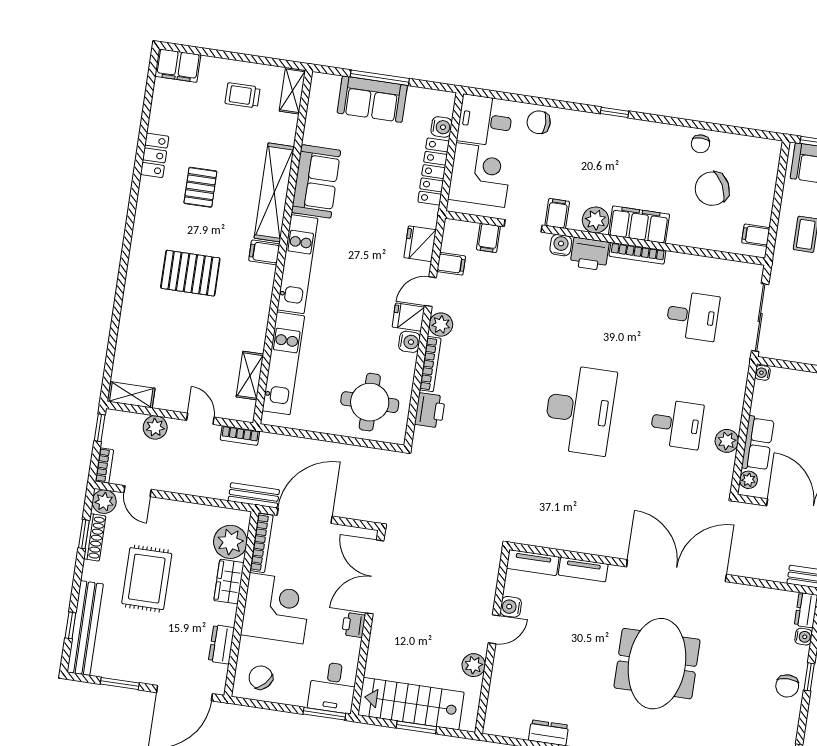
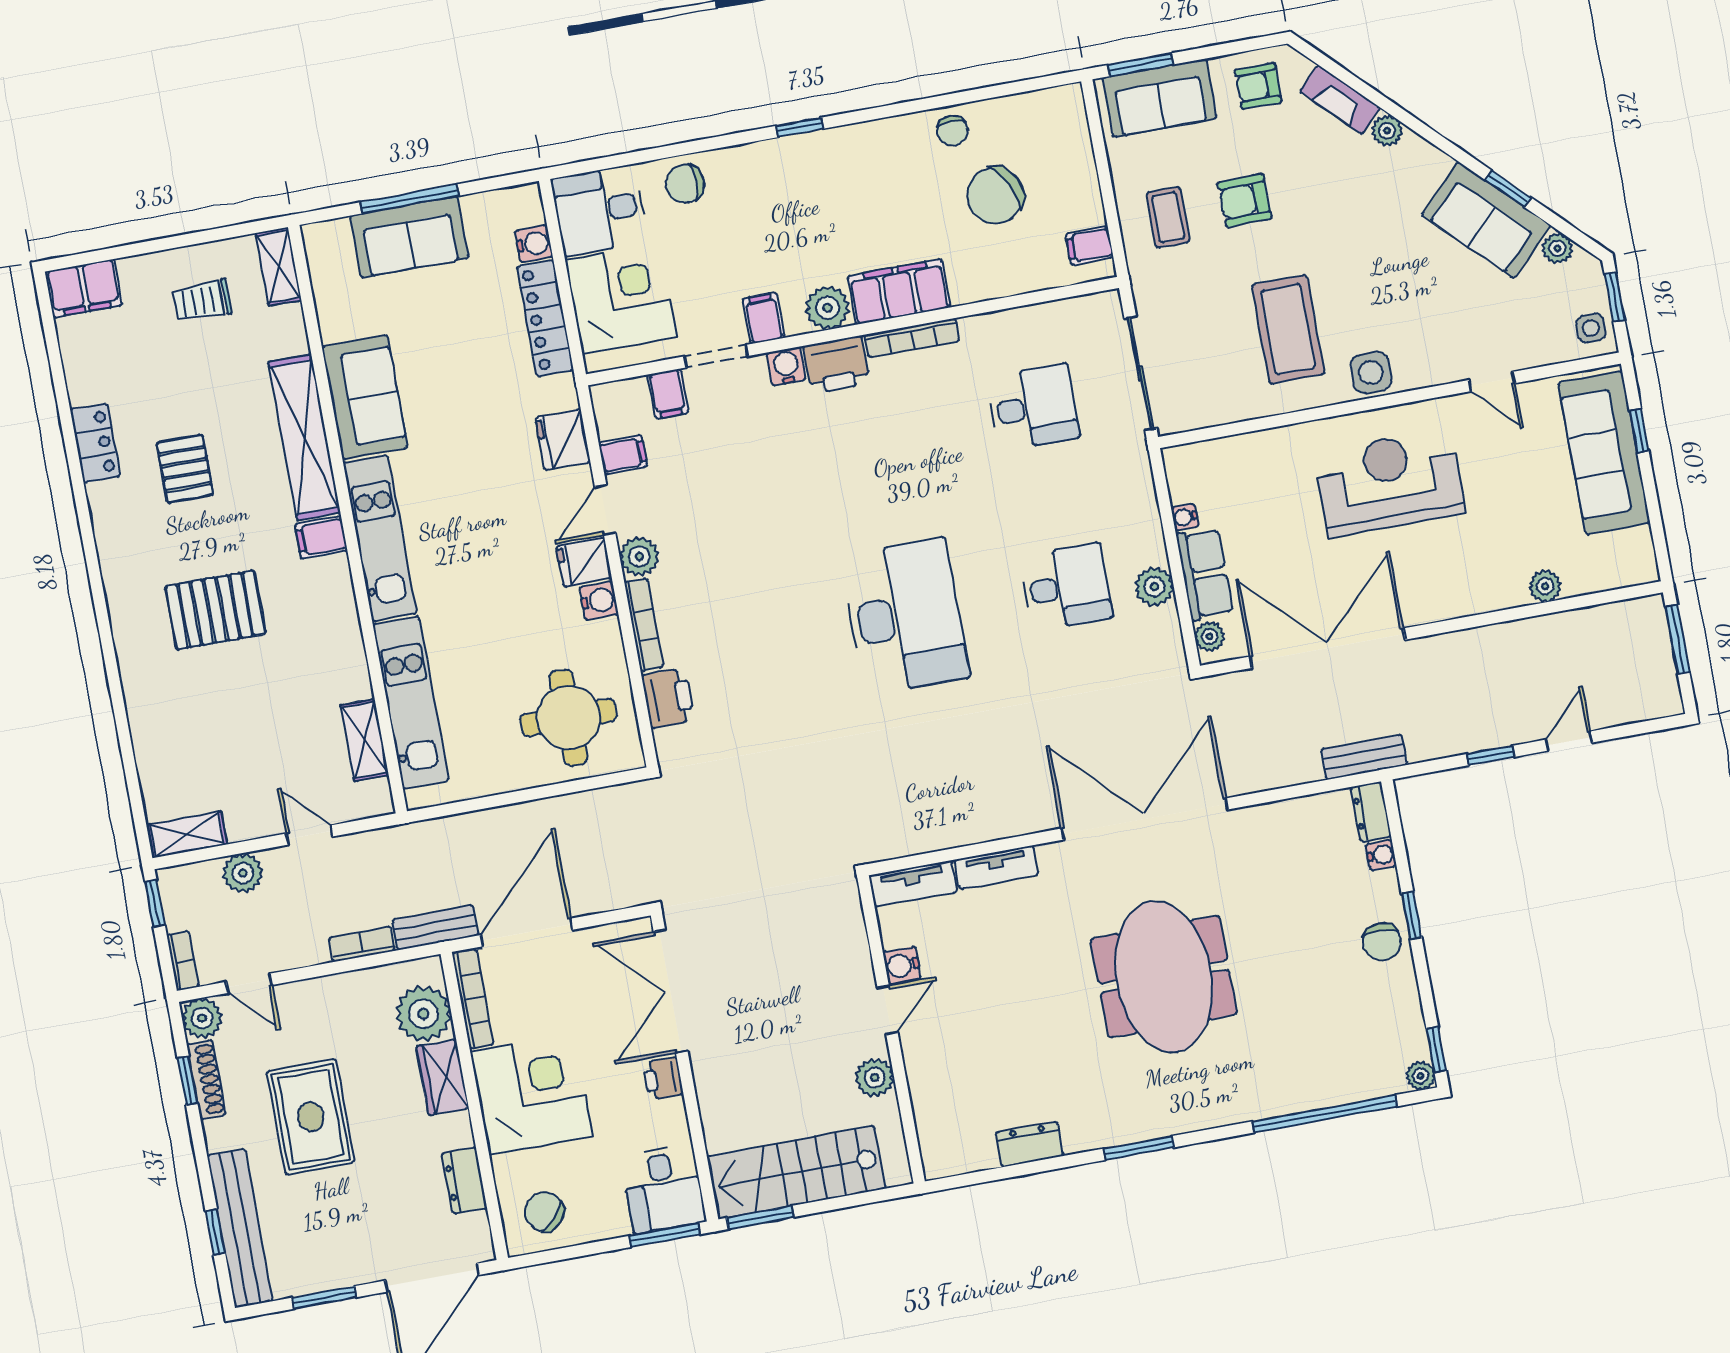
water cooler: (763, 373) -> (1185, 517), moved
bookcase: (240, 436) -> (362, 944), moved, turned 180
window: (416, 727) -> (760, 1217), moved

